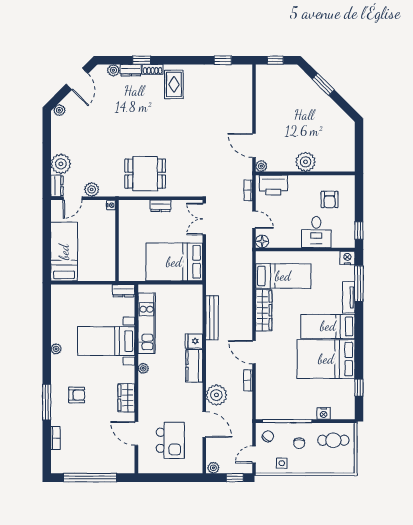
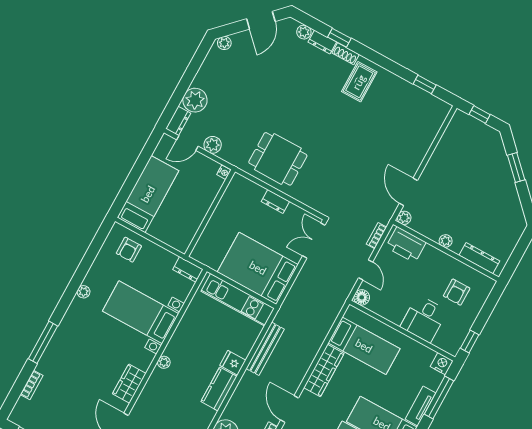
plant: (306, 162) -> (446, 241), width x0.53, depth x0.53
dresser: (333, 165) -> (479, 258), added
kitchen unit: (147, 323) -> (238, 300), moved, turned 90
armchair: (77, 395) -> (129, 250), moved, turned 90

